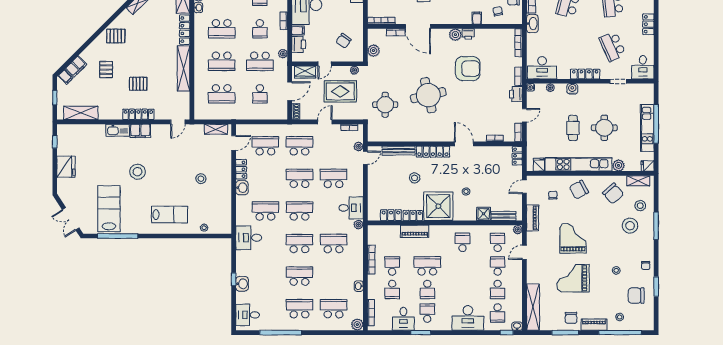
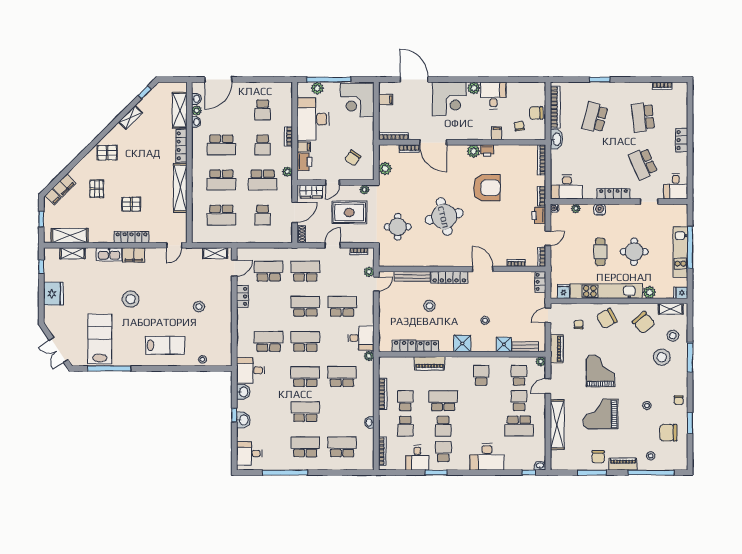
shelving: (84, 129) -> (73, 253), added
washbasin: (242, 188) -> (243, 392), moved
shower: (438, 206) -> (462, 343), width x0.54, depth x0.54
school desk: (498, 289) -> (519, 426), width x1.85
shelving: (533, 307) -> (557, 425), moved
school desk: (498, 313) -> (519, 452), removed
plant: (357, 325) -> (368, 464), removed

